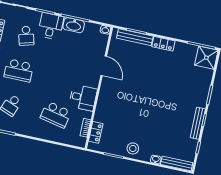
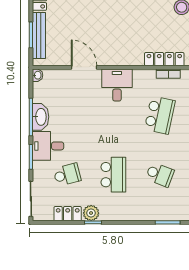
door: (104, 66) -> (84, 67), hinge flipped
desk: (83, 98) -> (117, 85), moved
locker: (96, 132) -> (164, 59), width x1.53

